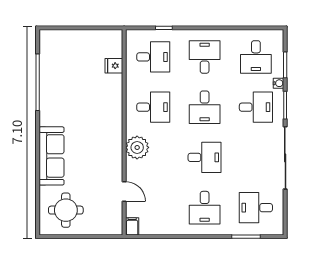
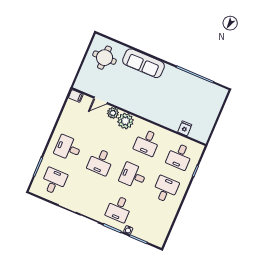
desk: (205, 57) -> (165, 189), turned -90
desk: (256, 57) -> (151, 223), removed
plant: (134, 168) -> (113, 113), added

